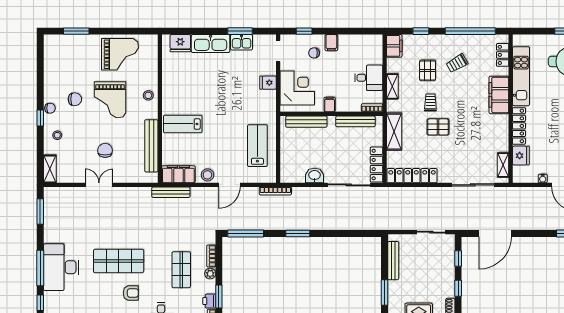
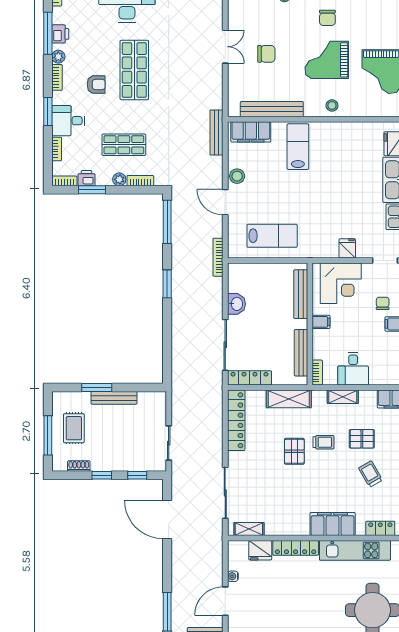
filing cabinet: (178, 174) -> (251, 132), moved, turned 90
bench: (393, 261) -> (114, 398), moved
armchair: (131, 293) -> (96, 85), turned -90

